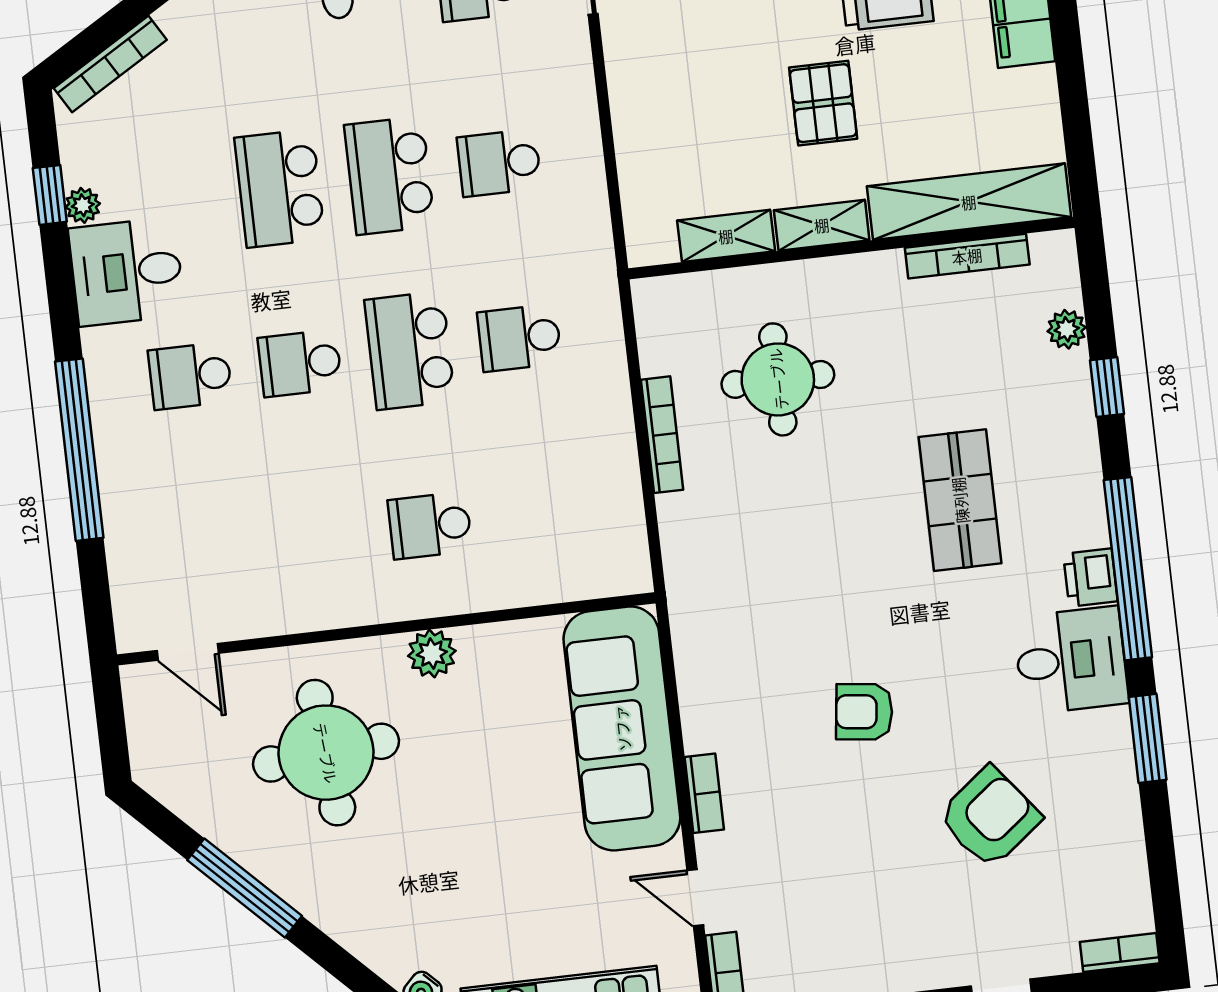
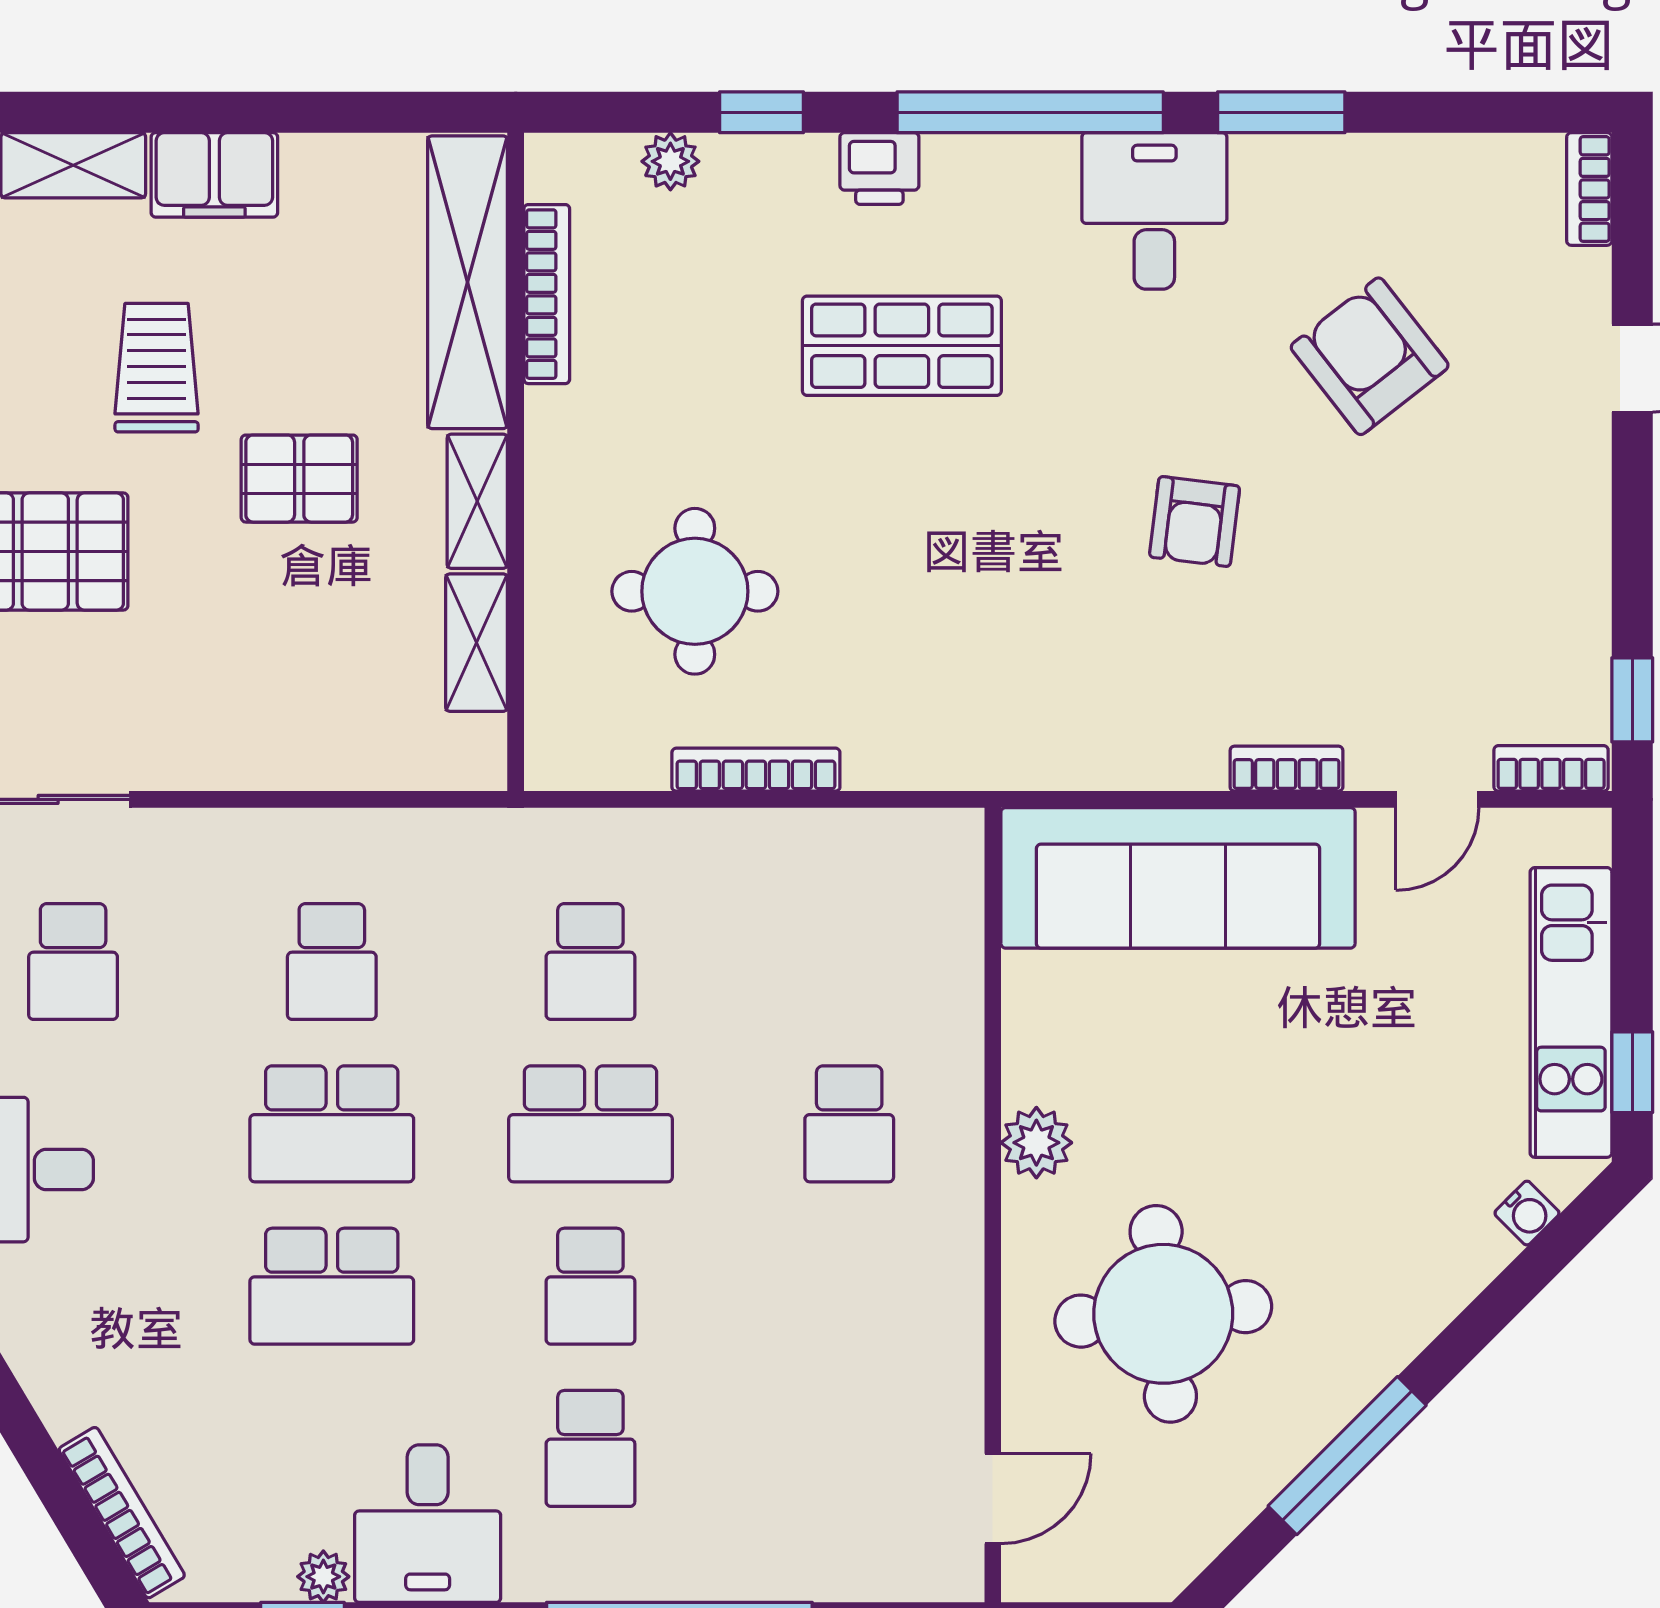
printer: (1090, 578) -> (879, 169), moved

